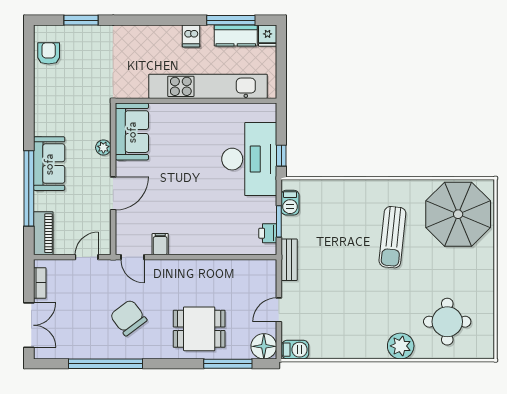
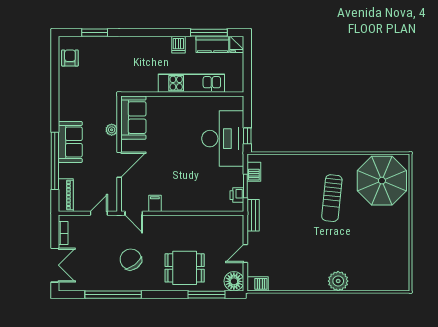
kitchen unit: (208, 86) -> (191, 83), width x0.73
round table: (447, 322) -> (374, 262), removed

